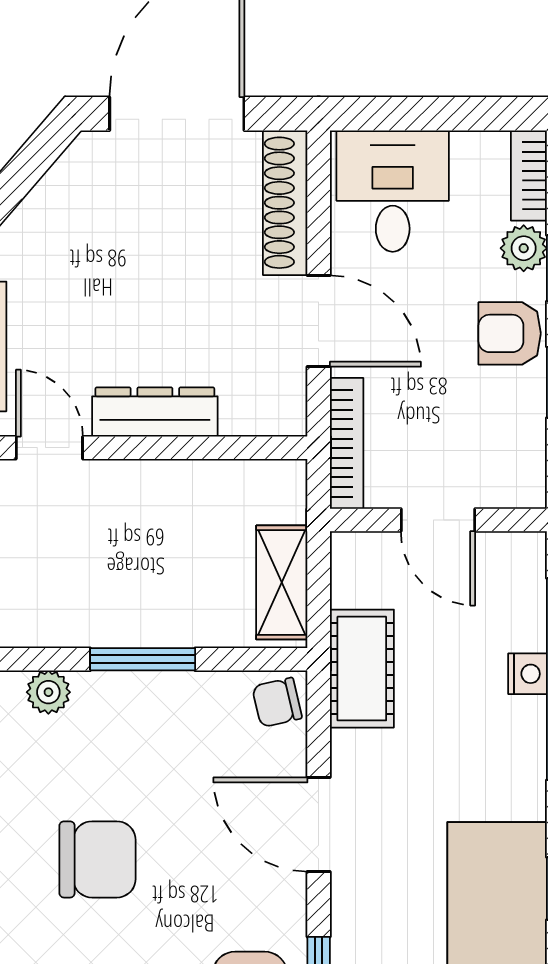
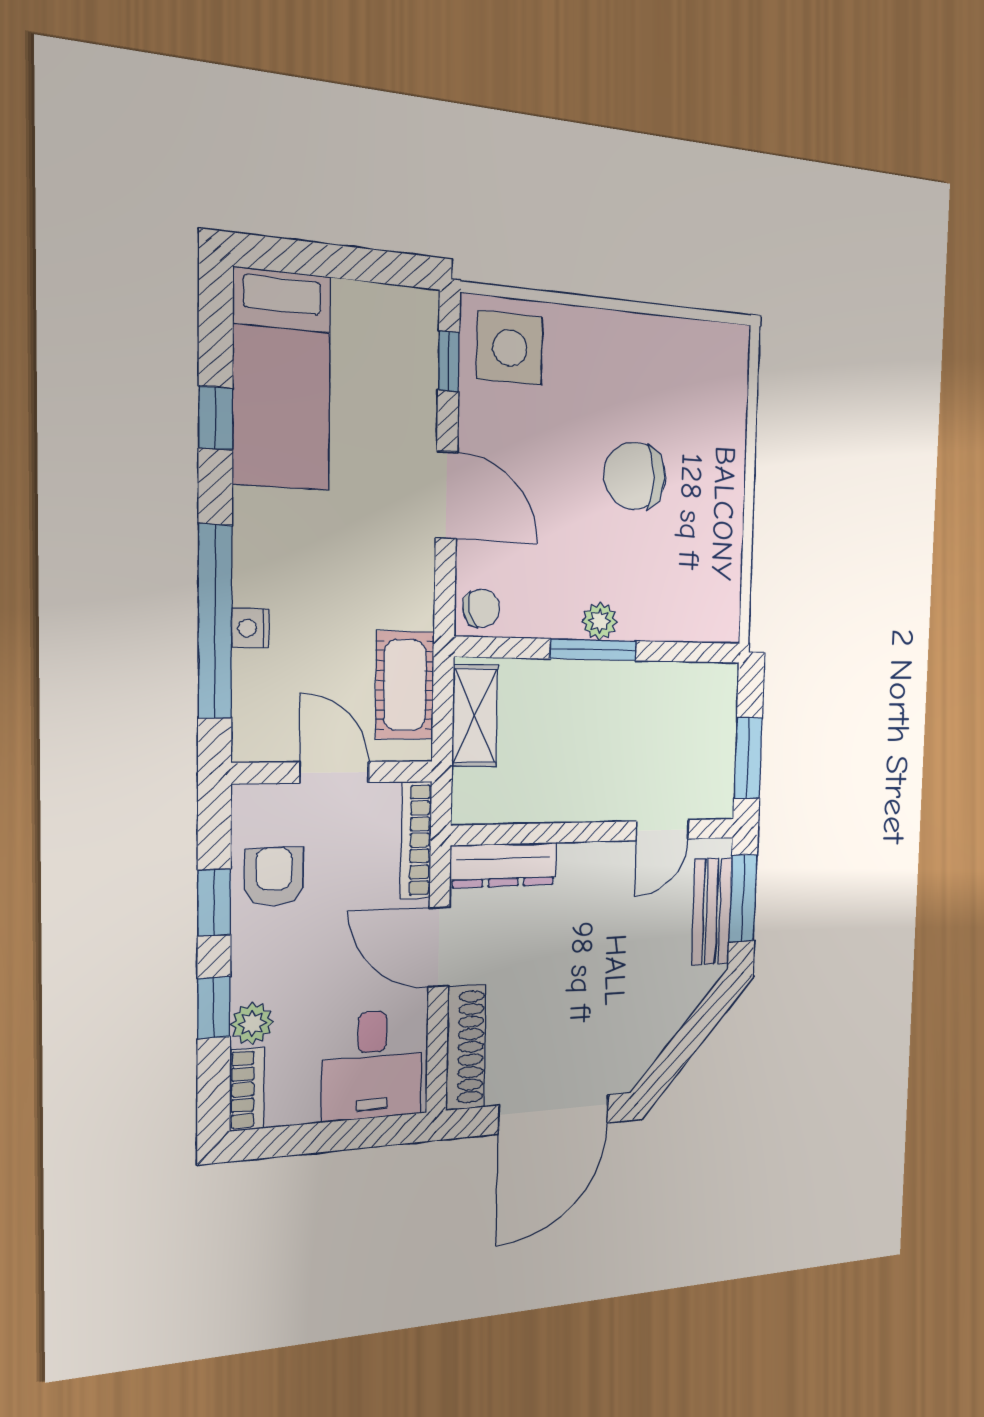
armchair: (510, 333) -> (274, 877), moved, turned -90
dresser: (155, 412) -> (504, 865), moved
door: (49, 448) -> (663, 830), hinge flipped
cot: (362, 669) -> (405, 685), moved
plant: (48, 692) -> (600, 621), moved

